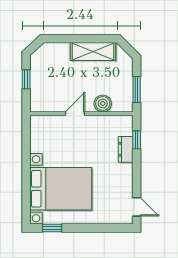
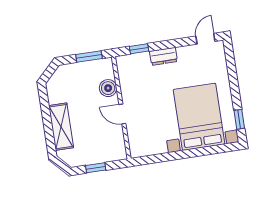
shelving: (93, 51) -> (61, 127), moved
dresser: (126, 149) -> (163, 56), moved

